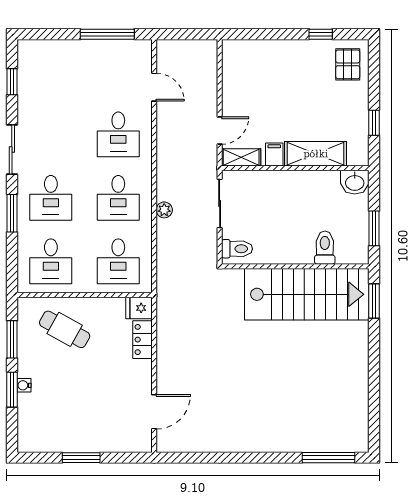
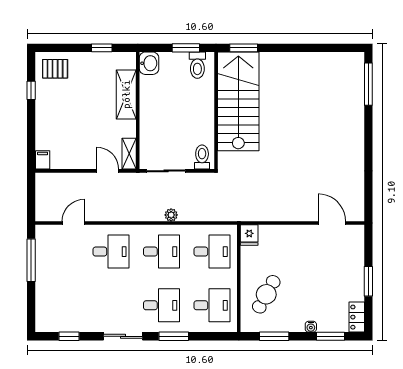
filing cabinet: (274, 154) -> (43, 160), moved, turned 90
toilet: (325, 248) -> (197, 65), moved, turned -90
locker: (142, 340) -> (357, 317), moved, turned 90
window: (12, 390) -> (331, 336), moved

